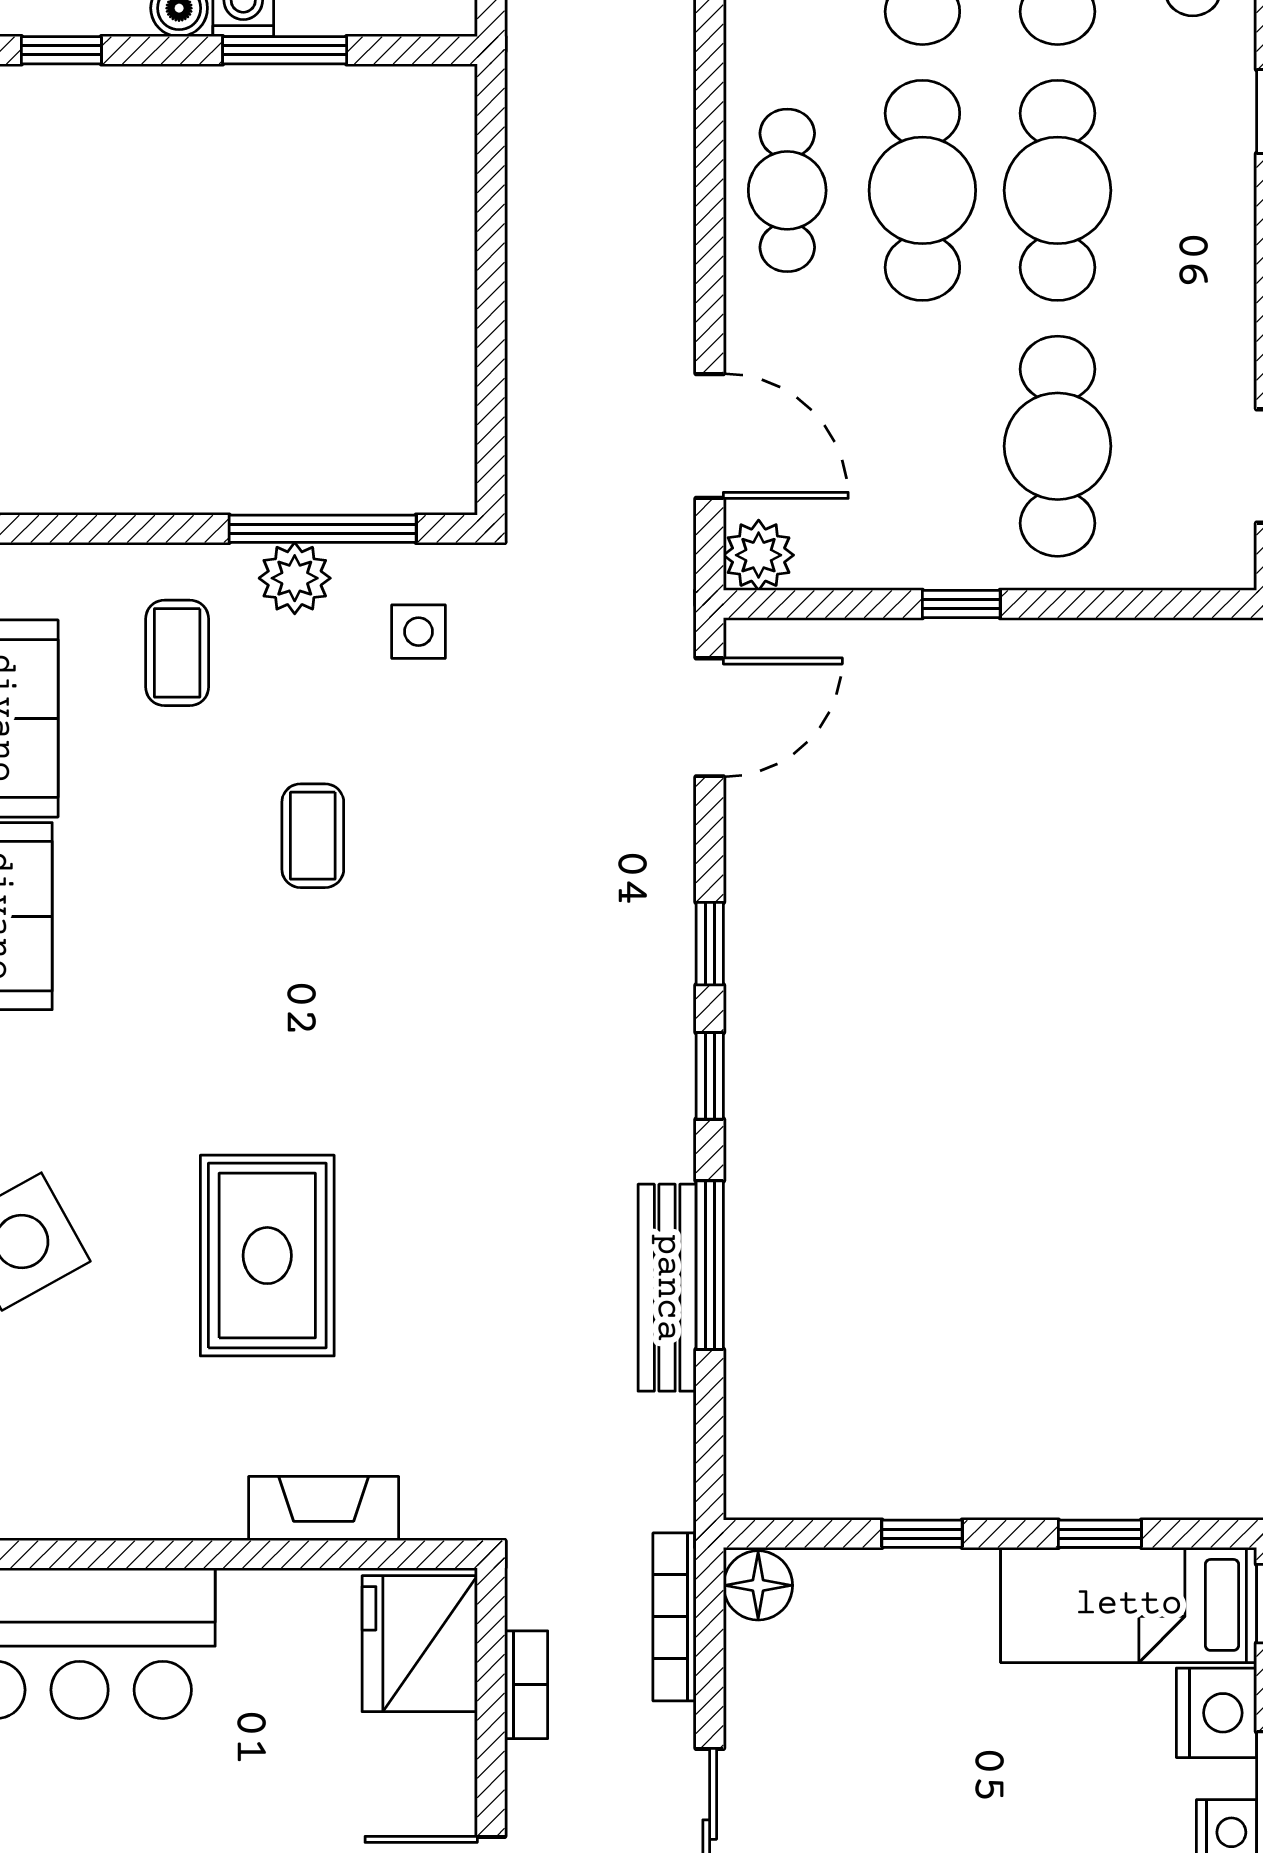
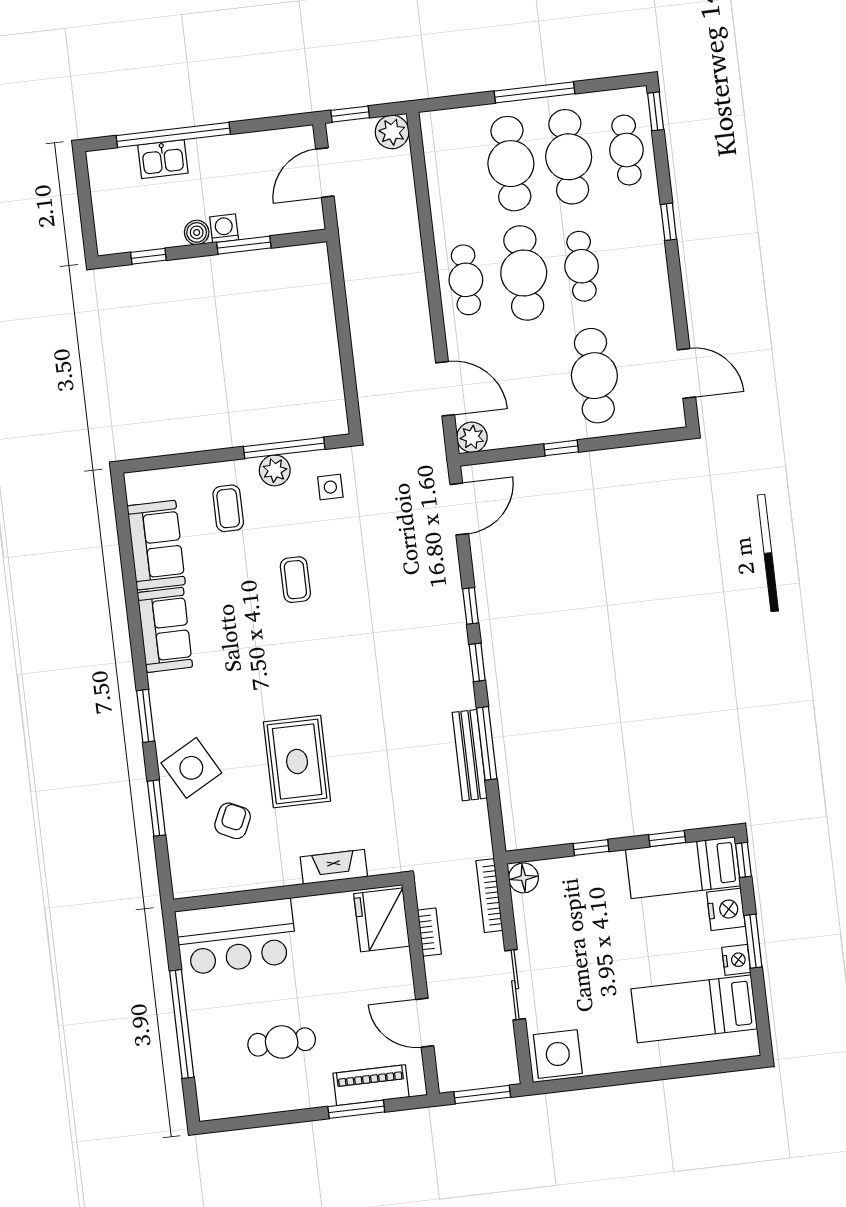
cafe table: (1058, 190) -> (582, 266), width x0.73, depth x0.74
armchair: (103, 1375) -> (233, 821), added

